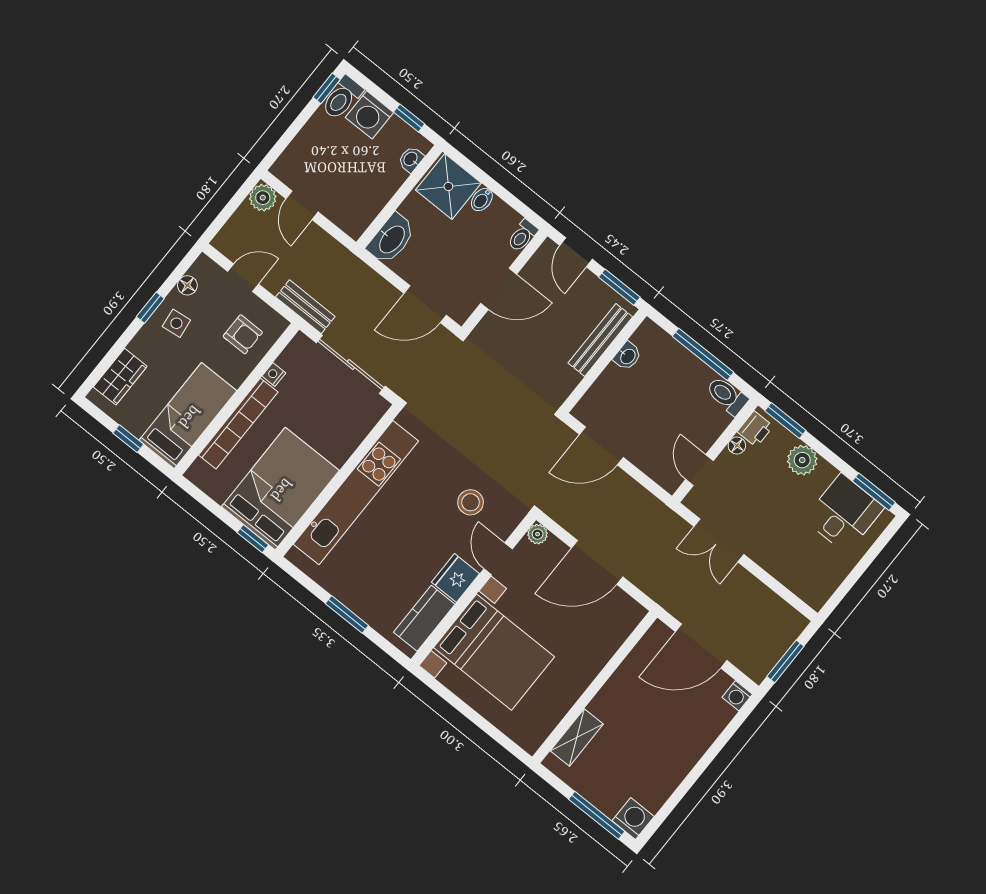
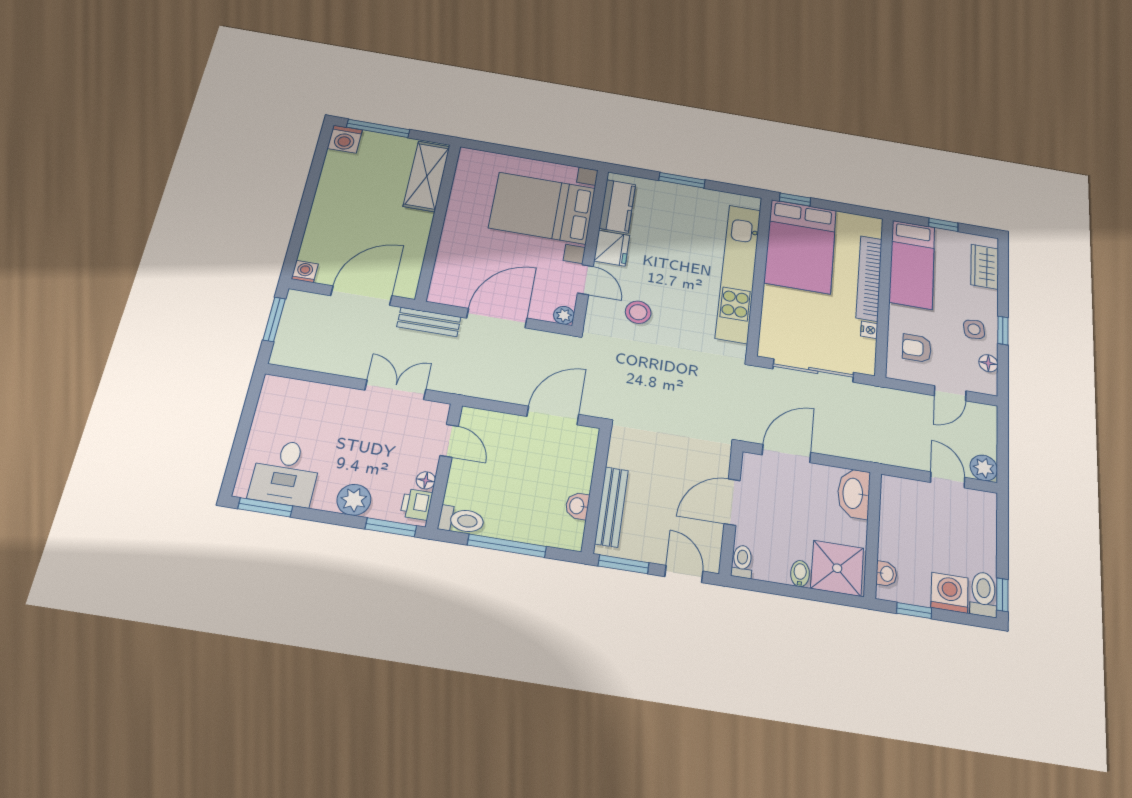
bench: (305, 307) -> (429, 322), moved
shelving: (577, 737) -> (427, 176), width x1.50, depth x1.33

